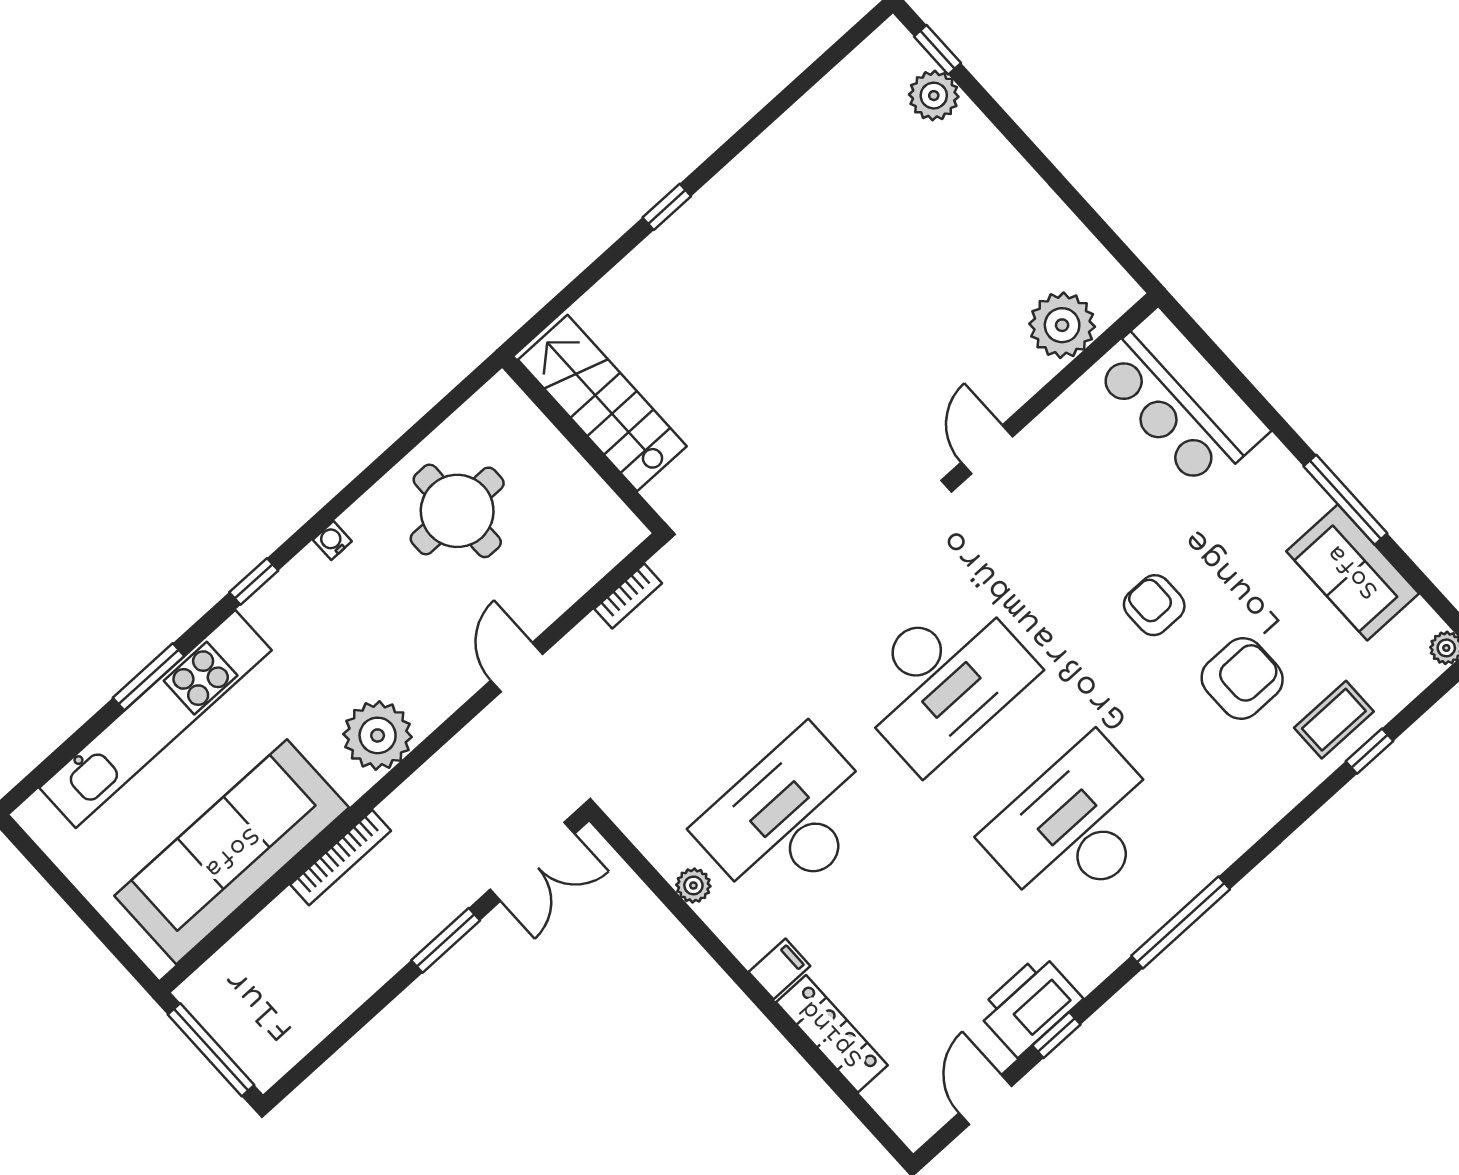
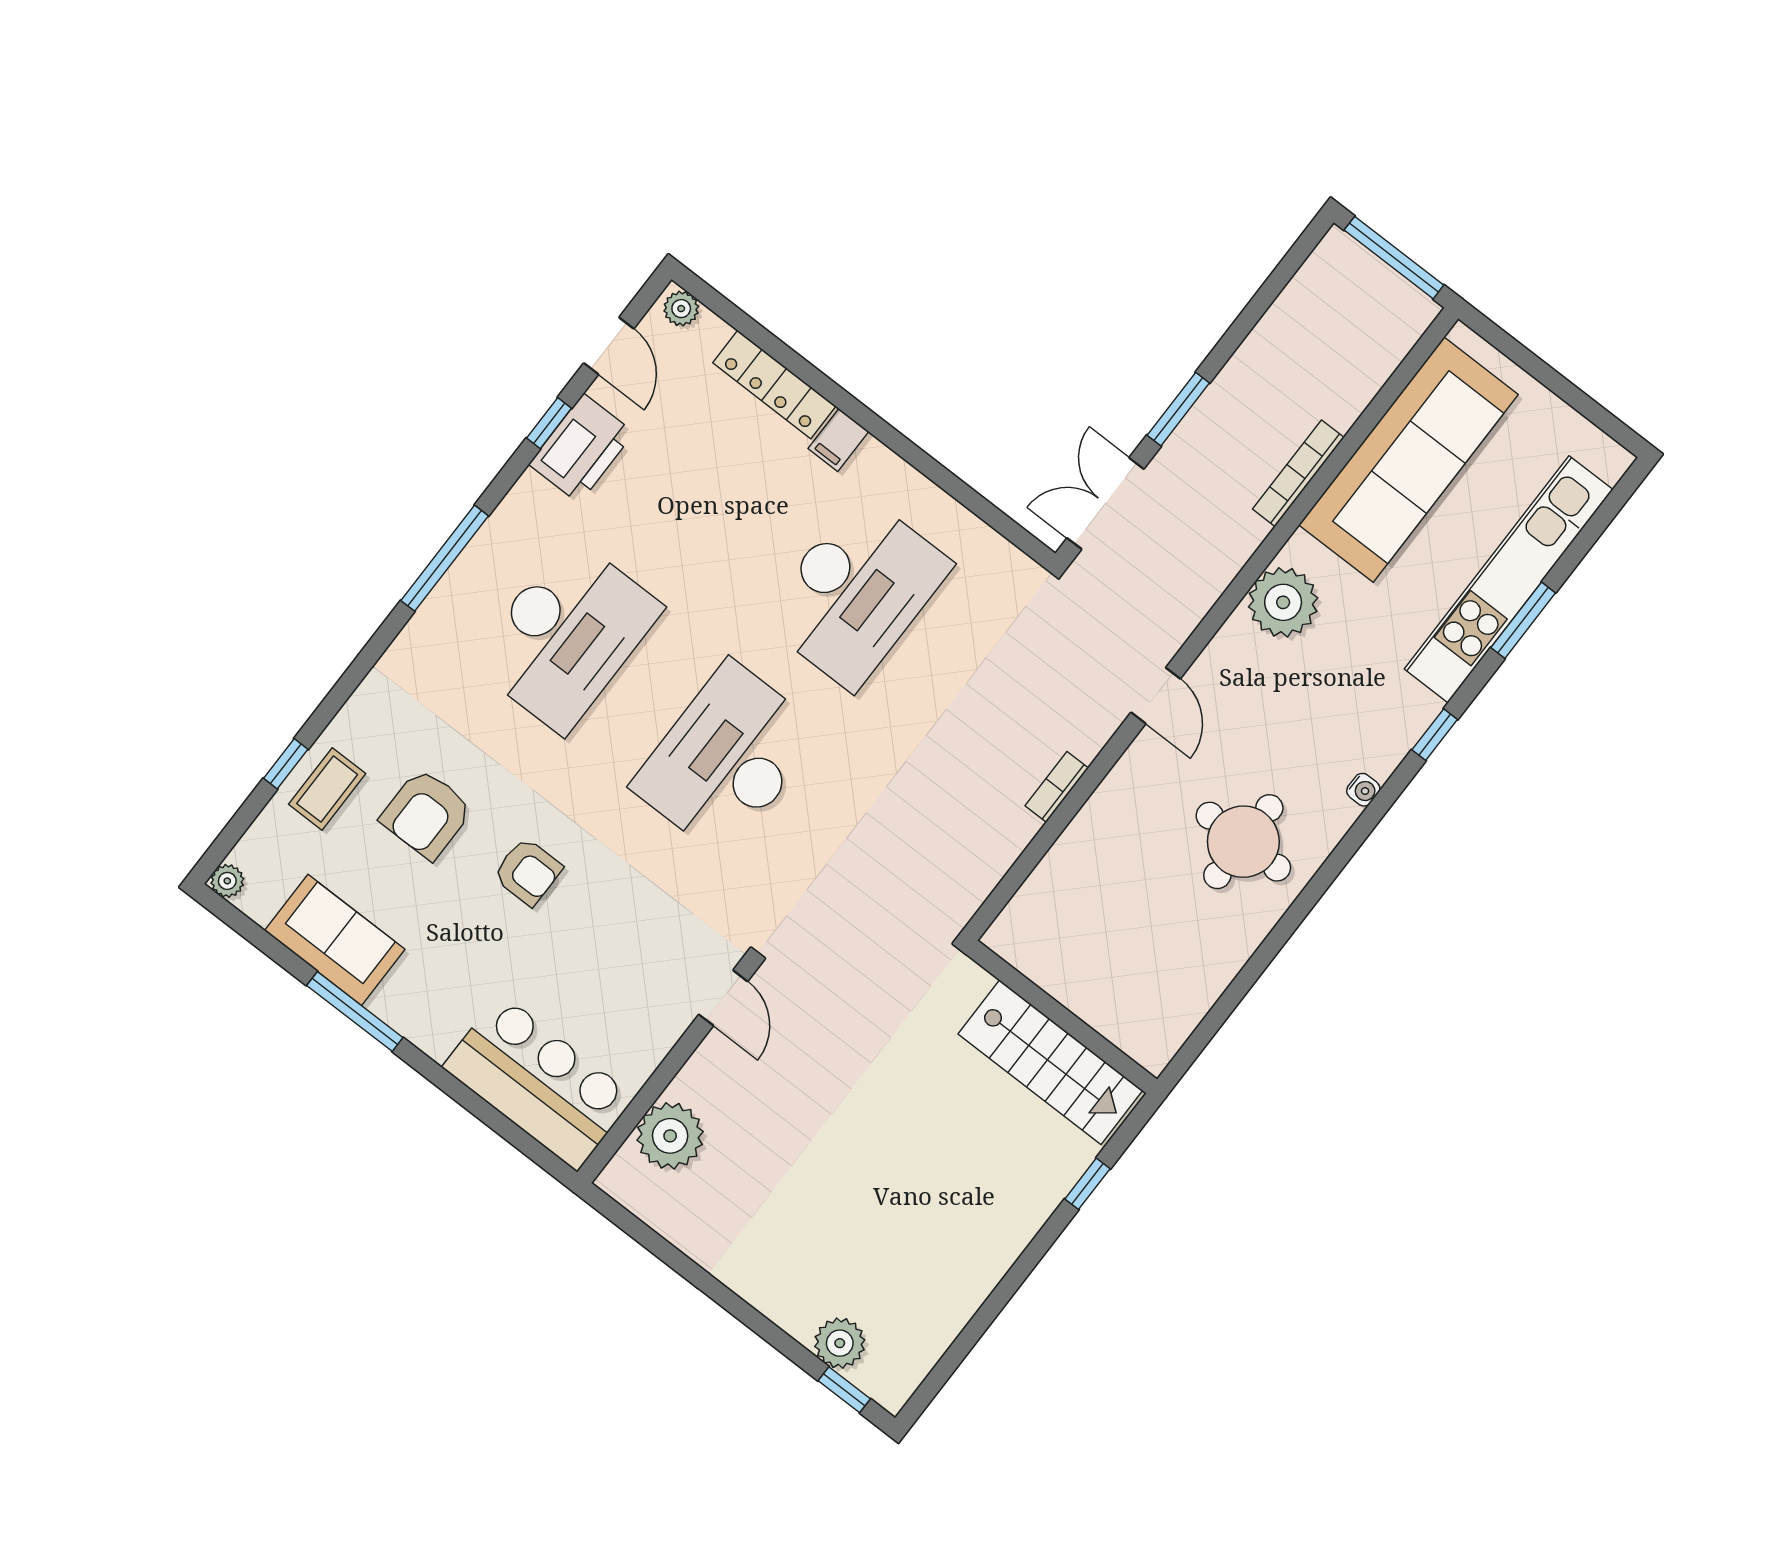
stairs: (602, 403) -> (1050, 1062), moved
wall: (583, 445) -> (1062, 1017), moved
plant: (693, 885) -> (681, 309), moved

